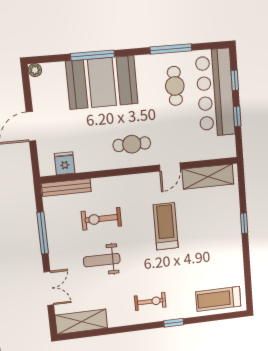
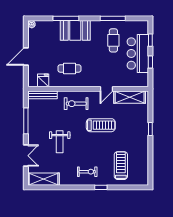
booth: (102, 82) -> (75, 30), width x0.73, depth x0.70
bar counter: (215, 93) -> (138, 53), width x0.73
cafe table: (132, 144) -> (69, 68), moved
exercise bike: (101, 219) -> (76, 104), moved
treadmill: (166, 226) -> (101, 125), turned 90
weight bench: (102, 260) -> (60, 142), turned -90
treadmill: (218, 299) -> (121, 166), moved, turned 90

